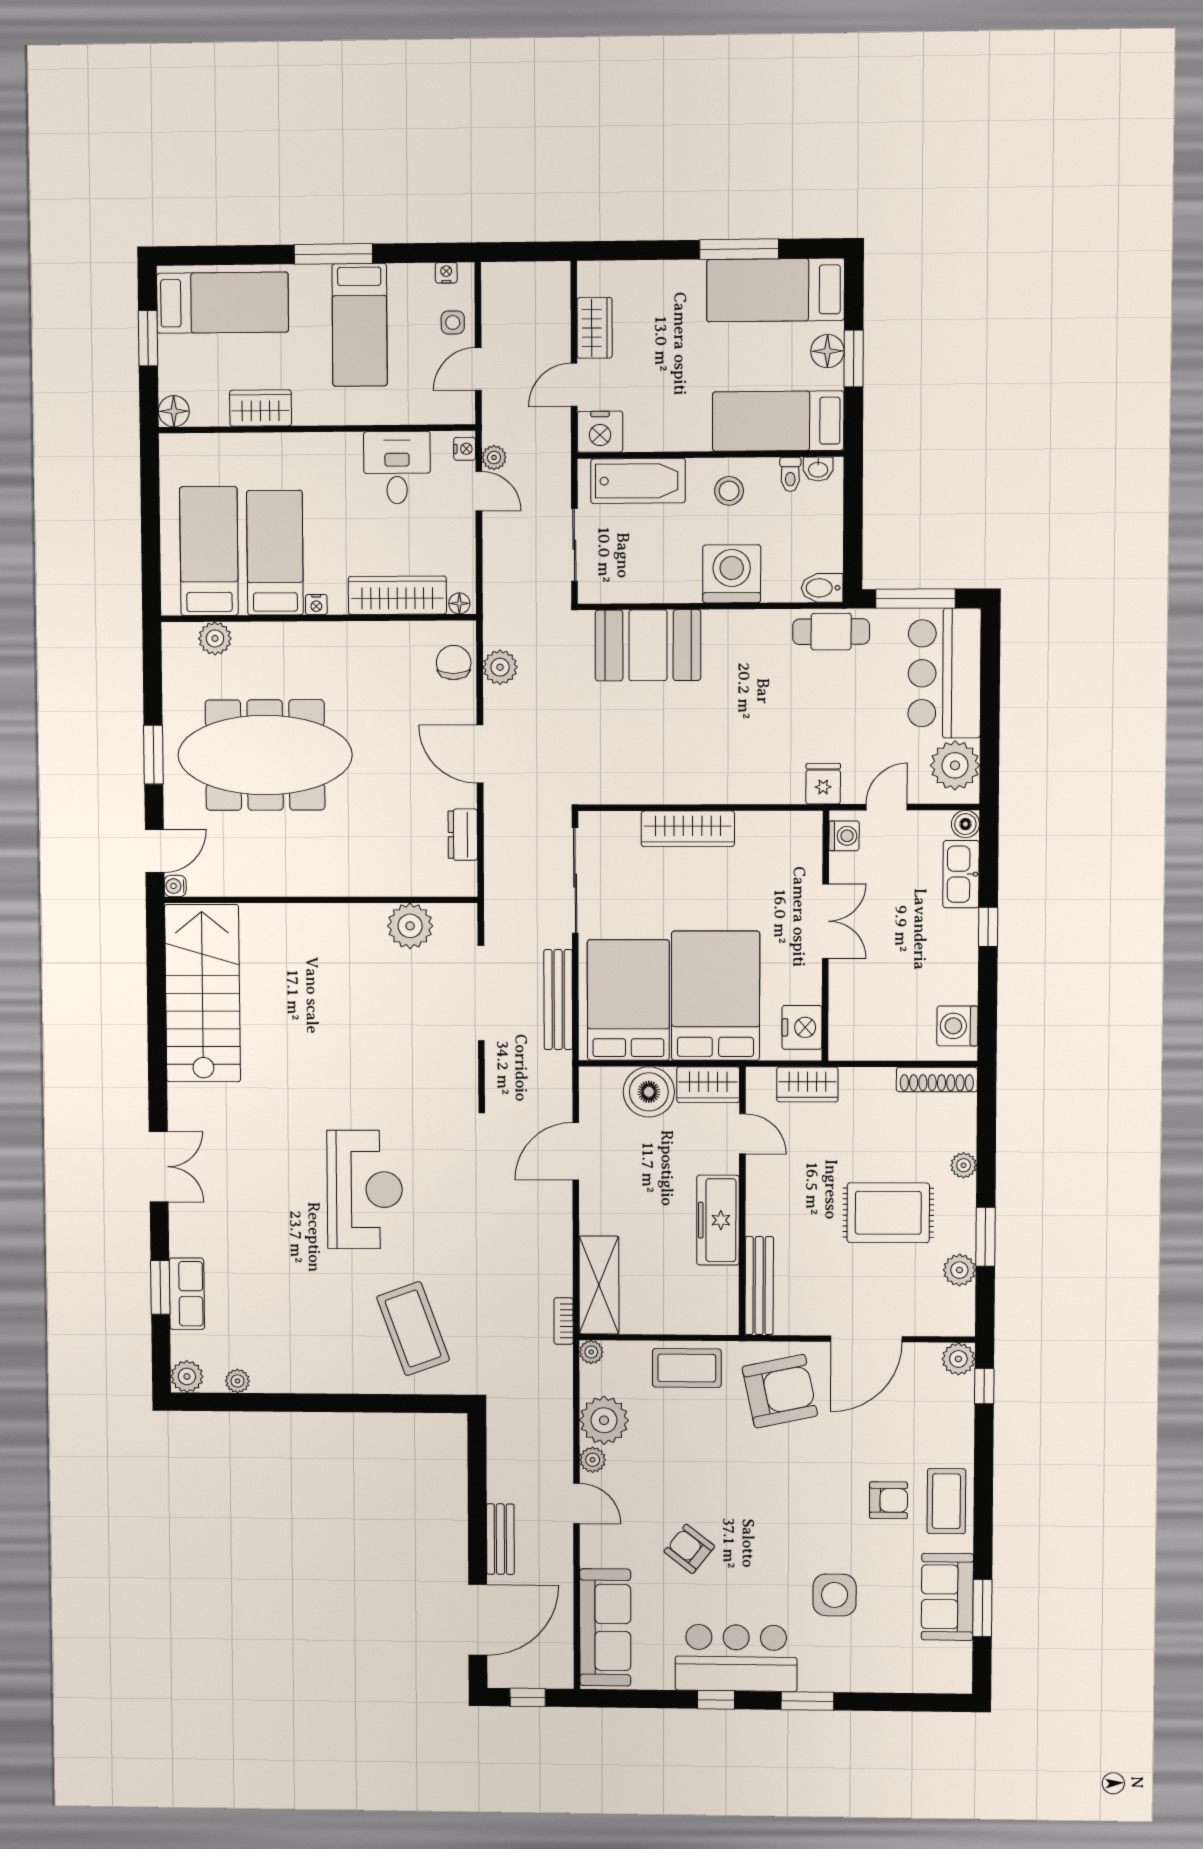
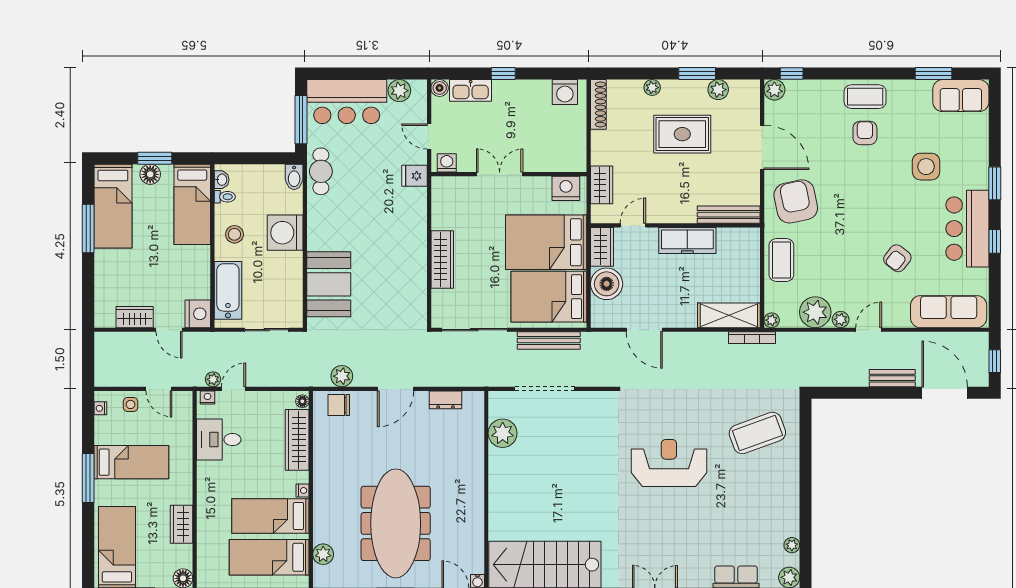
plant: (955, 765) -> (399, 91), width x0.73, depth x0.73
rug: (888, 1213) -> (682, 134), turned 90
bookcase: (564, 1321) -> (752, 338), width x1.56
sofa: (947, 1597) -> (961, 96), moved

